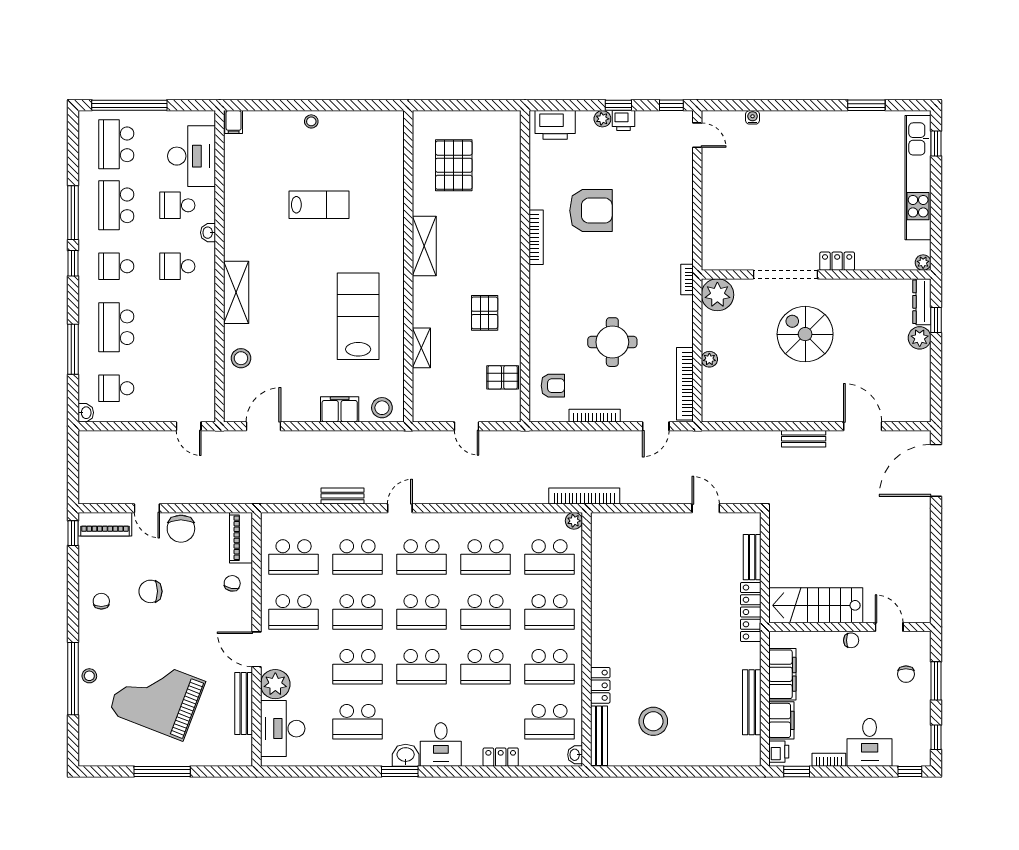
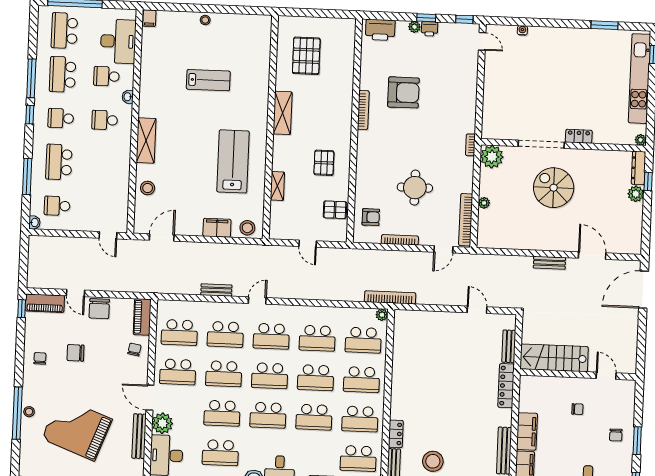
stairs: (816, 605) -> (554, 358), moved
wall: (850, 627) -> (578, 374), moved
door: (889, 627) -> (606, 376), moved

